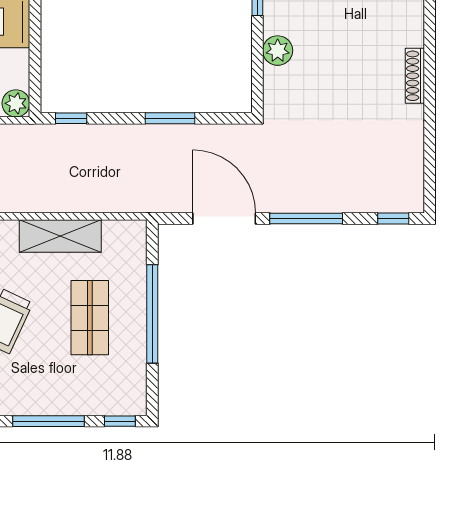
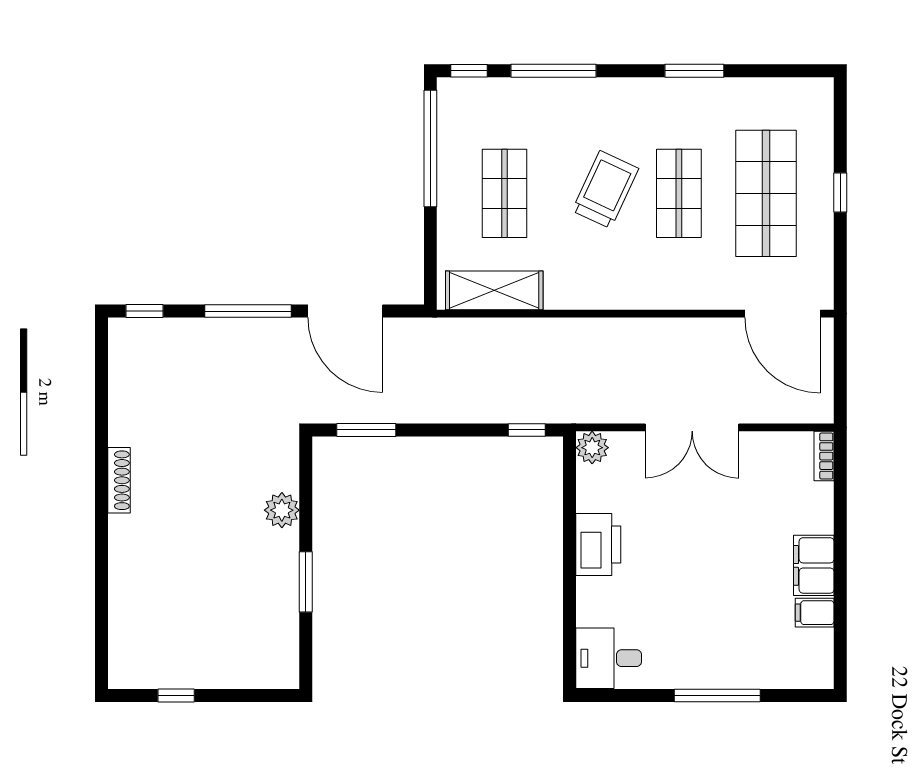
window: (170, 118) -> (366, 430), moved
shelving: (60, 236) -> (494, 290), moved
window: (152, 314) -> (430, 148), moved

